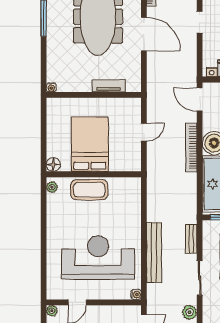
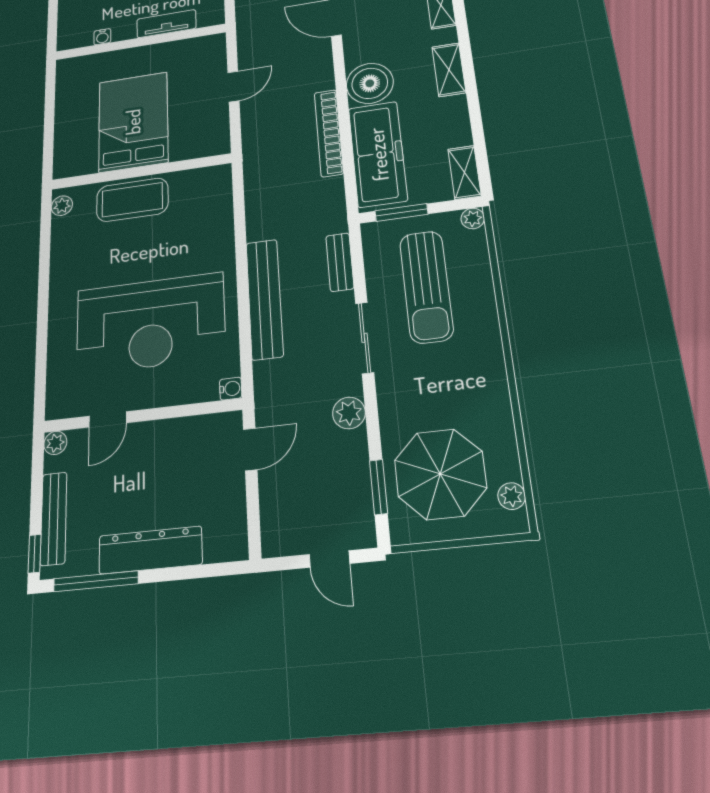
water cooler: (51, 87) -> (102, 37), moved
bookcase: (191, 148) -> (329, 133), moved
floor lamp: (53, 164) -> (65, 166), removed
reception desk: (98, 257) -> (150, 323), turned 180

